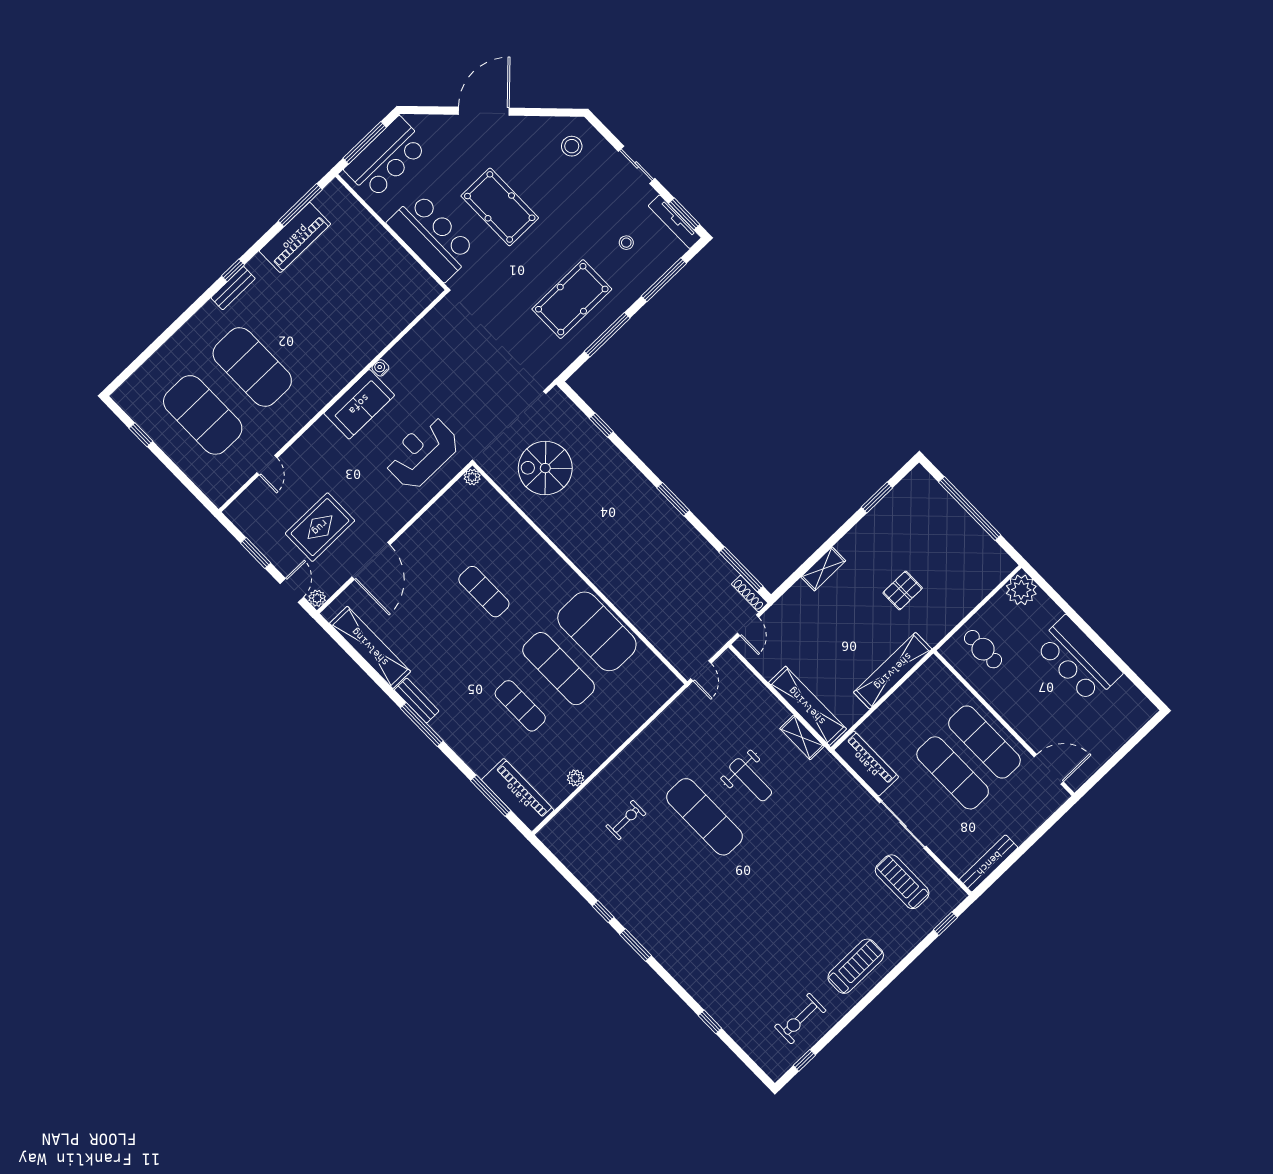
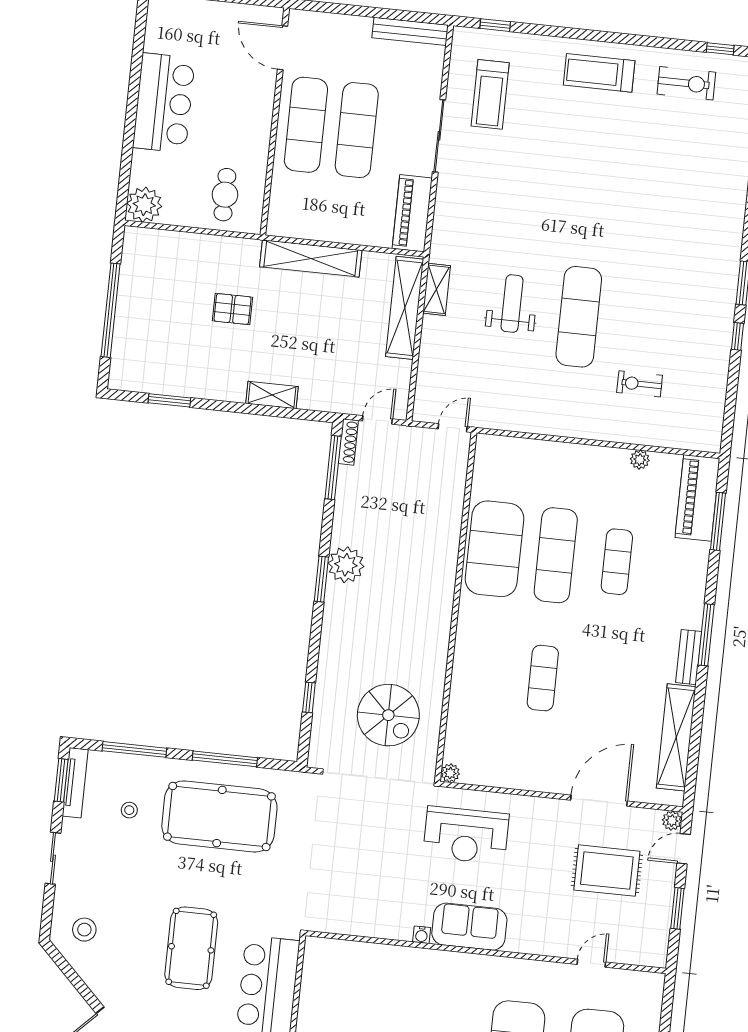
pool table: (572, 299) -> (219, 816), width x1.36, depth x1.32
plant: (669, 524) -> (346, 565), added

